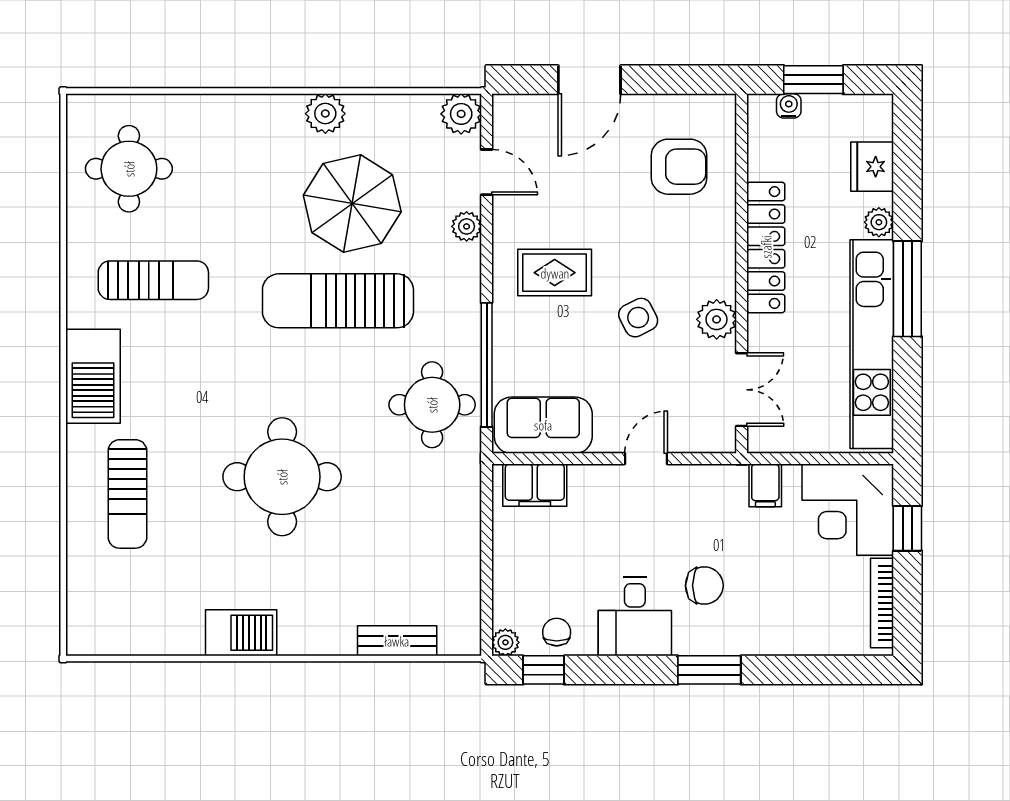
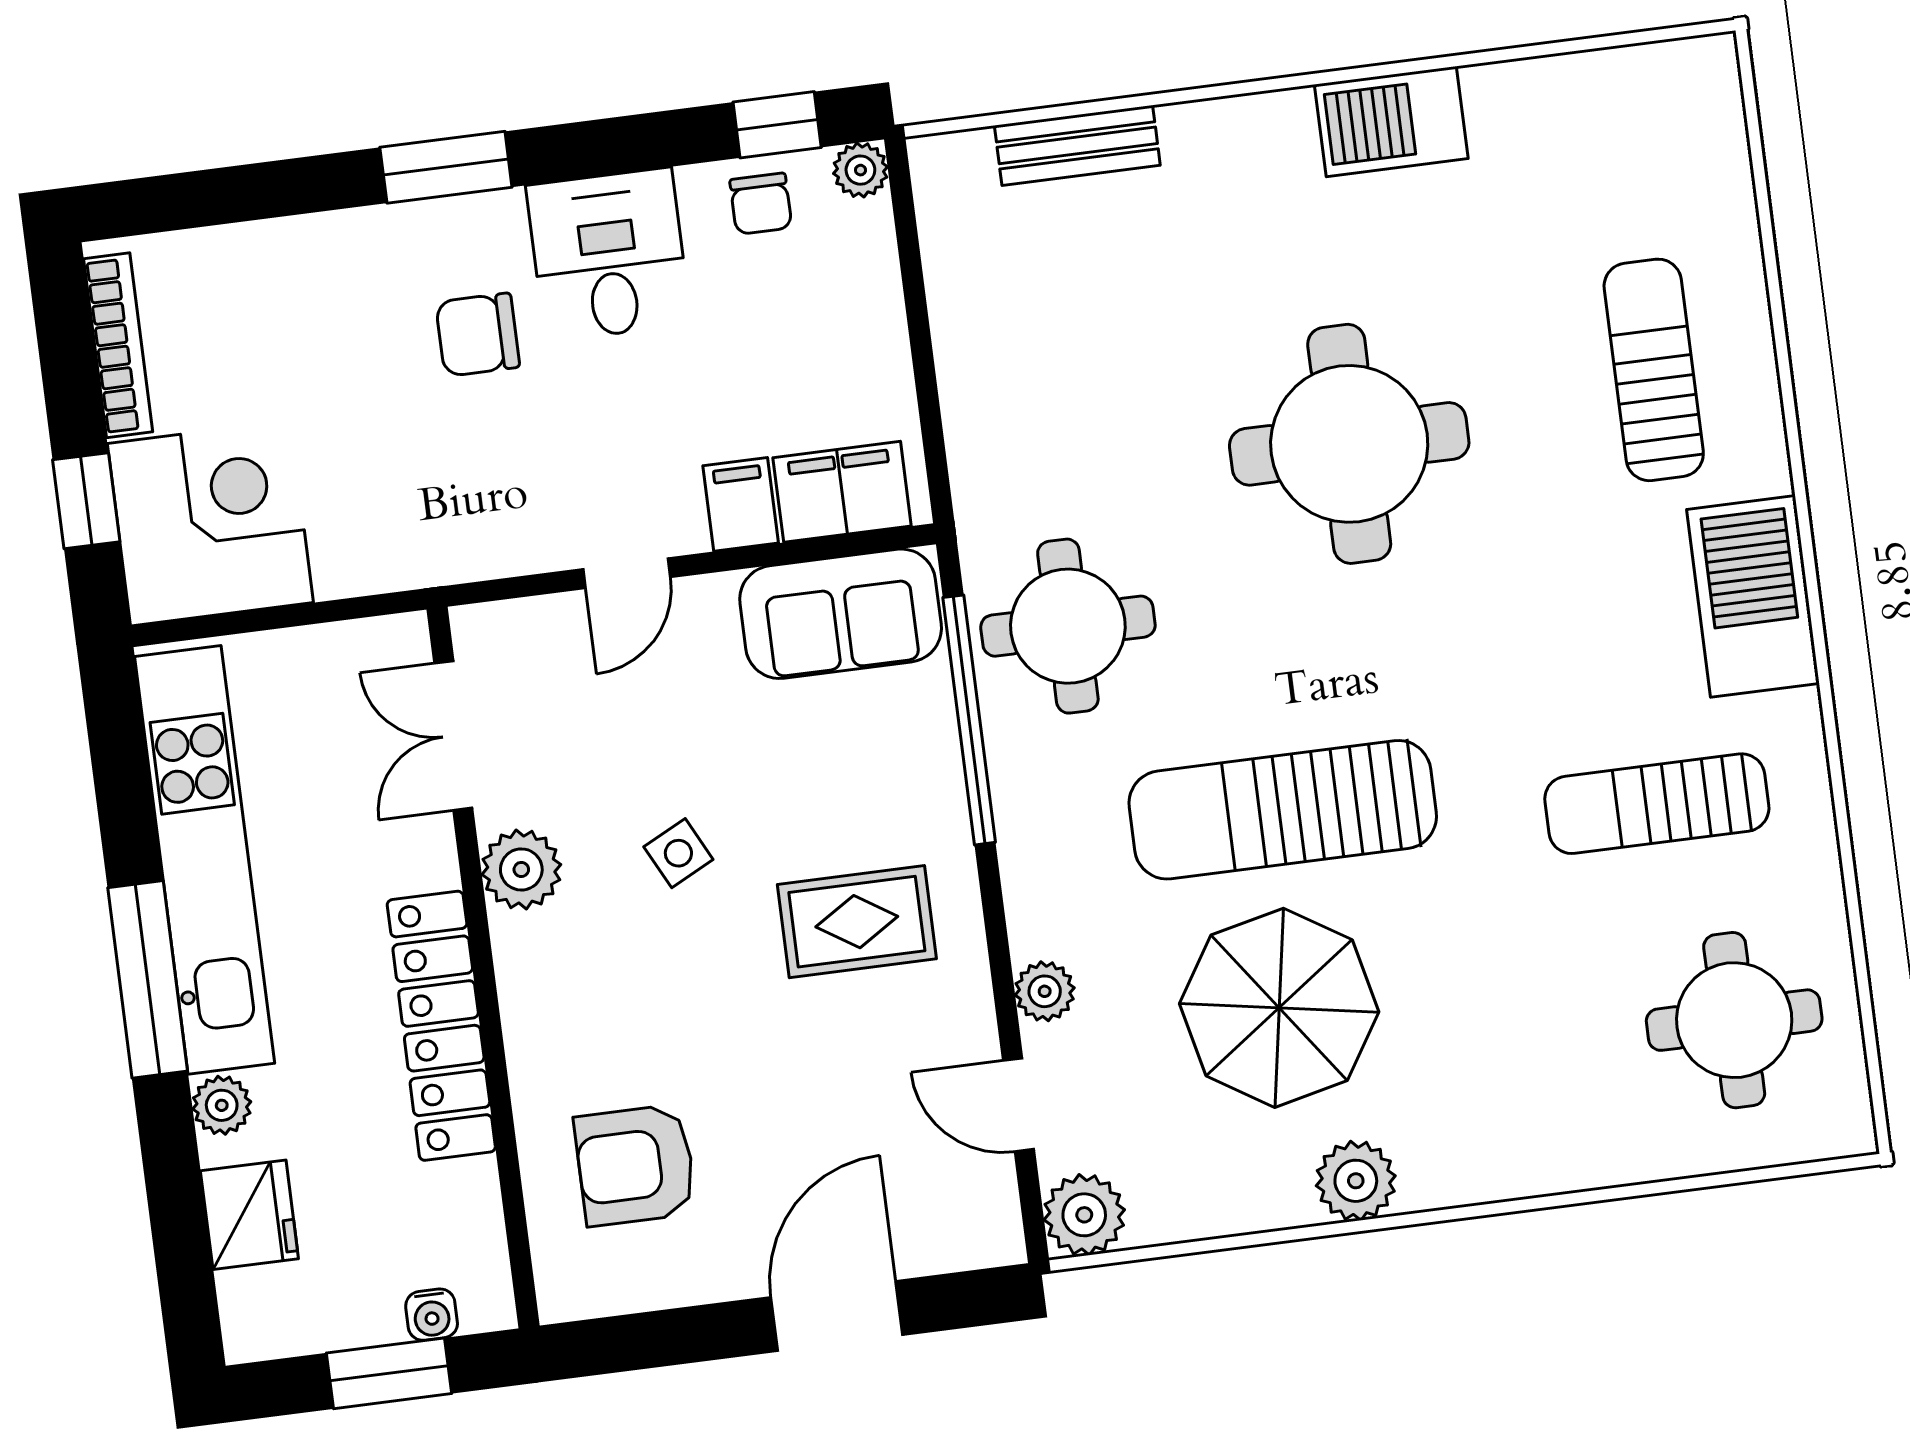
sun lounger: (338, 301) -> (1283, 810), turned 180
side table: (638, 318) -> (678, 853), width x0.73, depth x0.73
filing cabinet: (765, 485) -> (741, 504), moved

